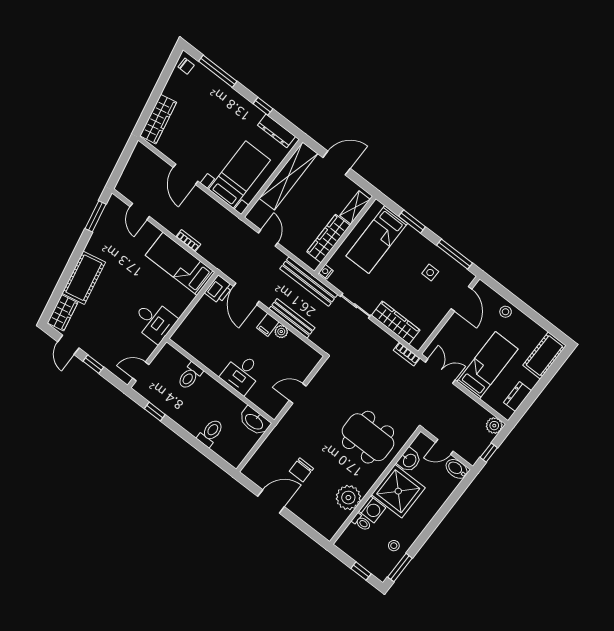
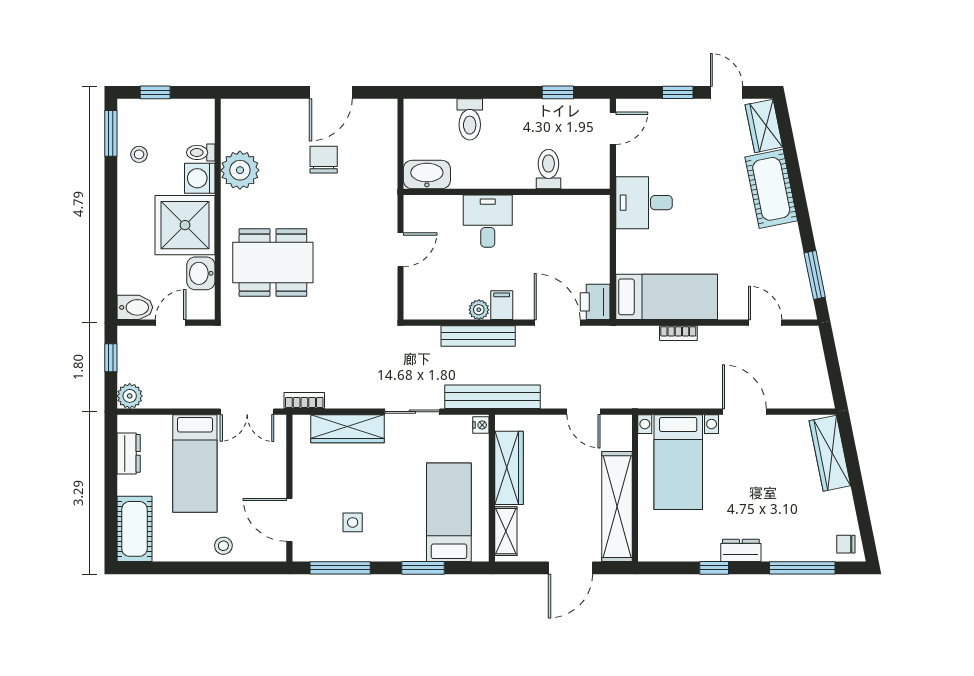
dresser: (276, 131) -> (741, 550), moved, width x0.70

